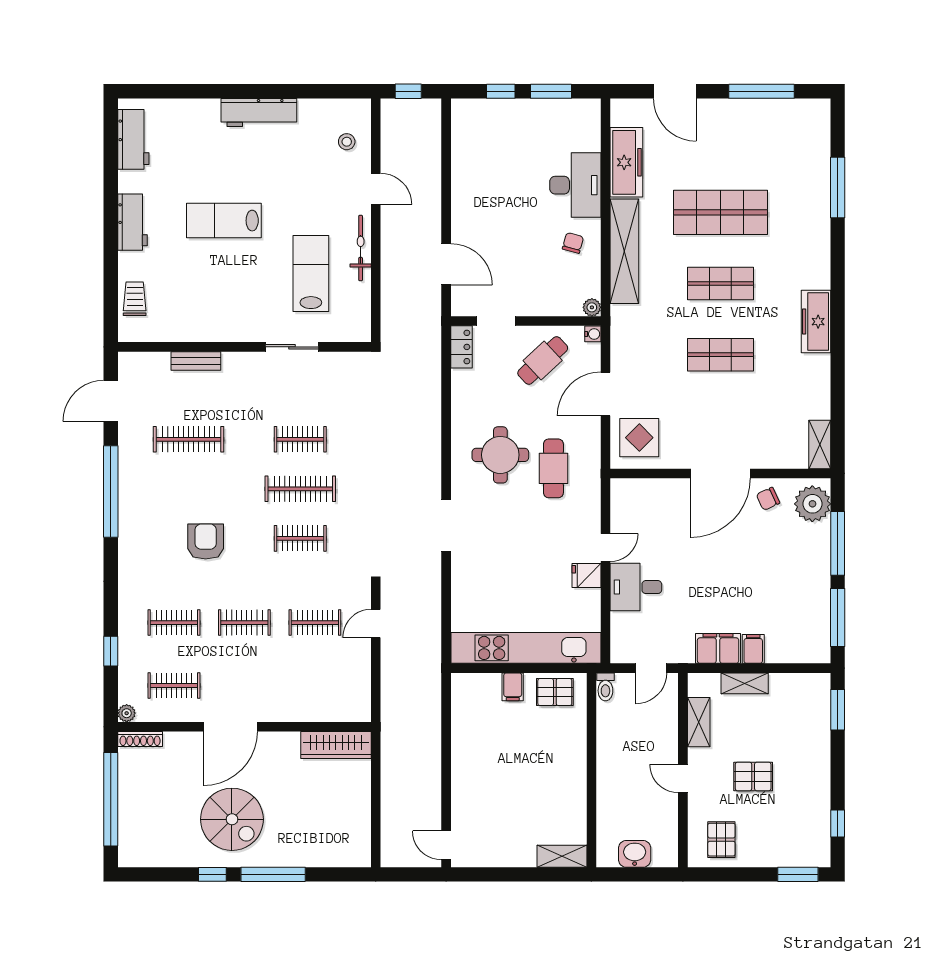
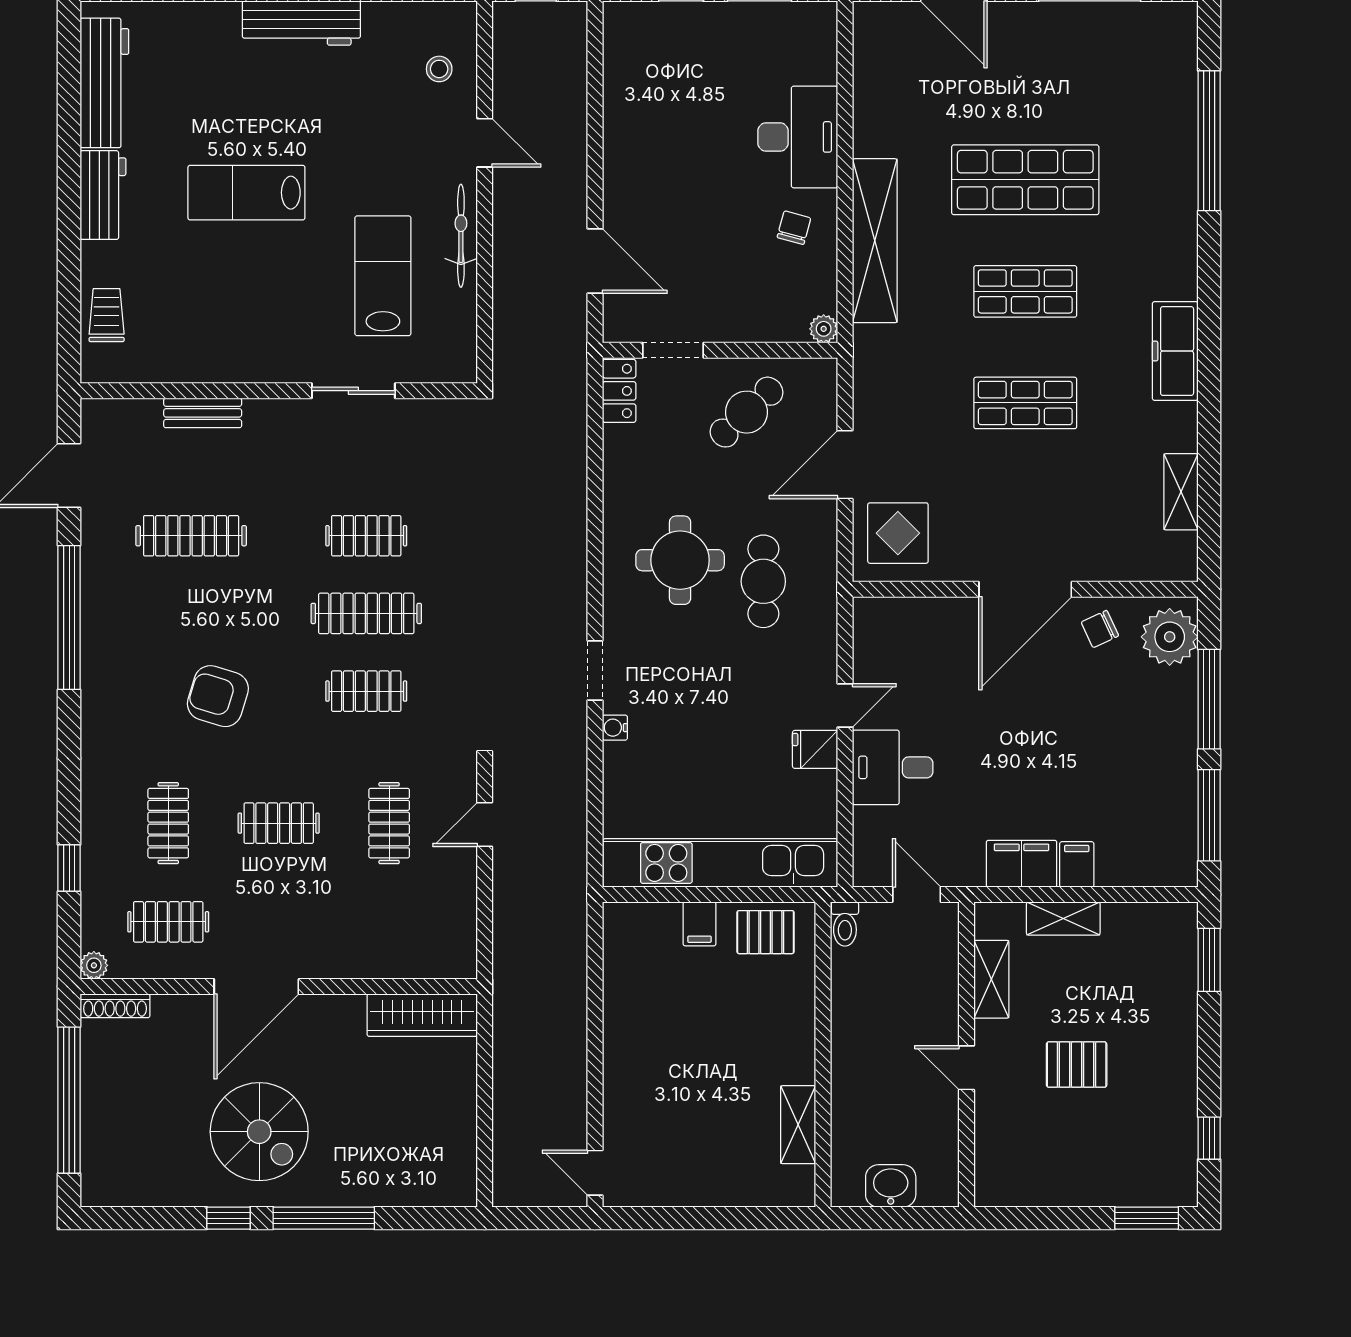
workbench: (133, 139) -> (104, 83), width x1.38
freezer: (626, 162) -> (878, 101), removed
window: (838, 187) -> (1209, 141), width x1.46
water cooler: (593, 334) -> (615, 728), moved, turned 180
shelving: (820, 444) -> (1181, 492), moved
doorway: (446, 525) -> (595, 670), width x0.73
armchair: (206, 542) -> (218, 696), turned -73
clothes rail: (174, 623) -> (168, 823), turned 90
clothes rail: (315, 623) -> (389, 823), turned 90
door: (651, 668) -> (917, 895), swing flipped
pallet: (721, 840) -> (1027, 1164), removed
shelving: (562, 856) -> (798, 1125), moved, turned 90

